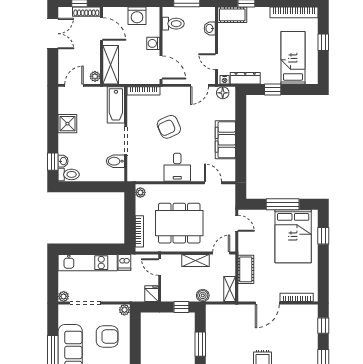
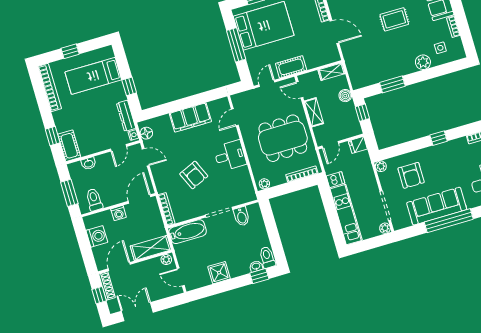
dining table: (179, 223) -> (283, 138), turned 90
cot: (246, 269) -> (291, 67), moved
armchair: (107, 337) -> (411, 175), turned 180

